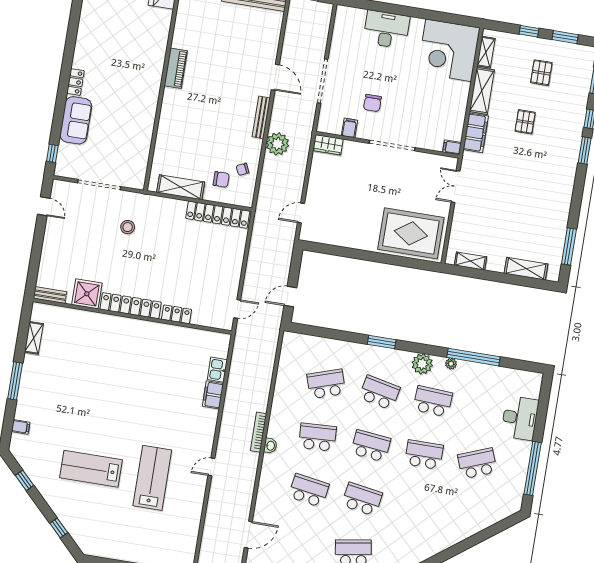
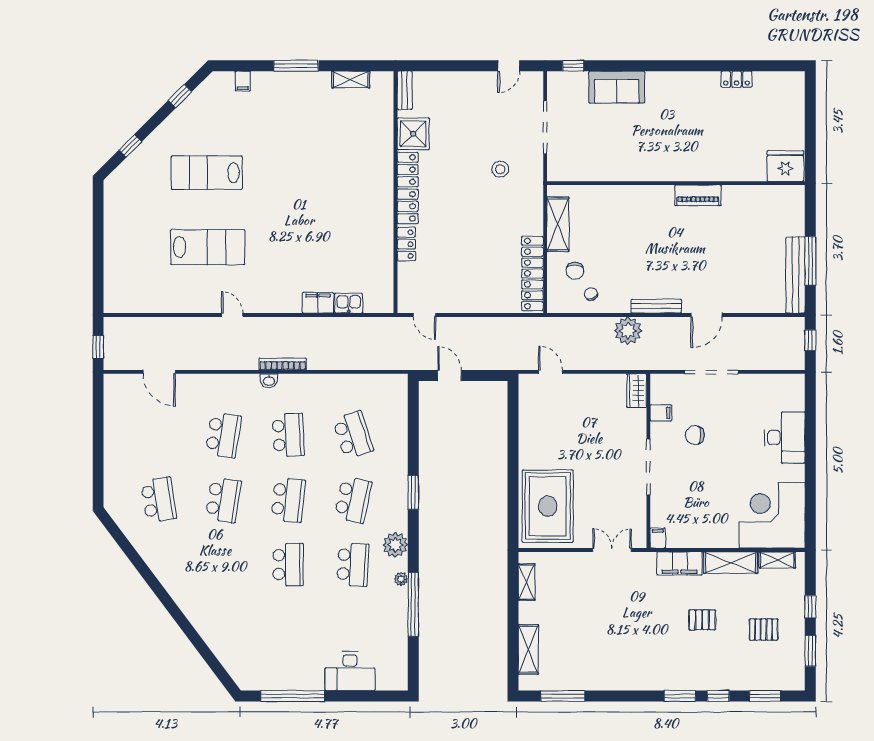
locker: (75, 82) -> (737, 79), moved
school desk: (477, 463) -> (288, 629), removed
lab bench: (91, 469) -> (207, 173), turned -90

